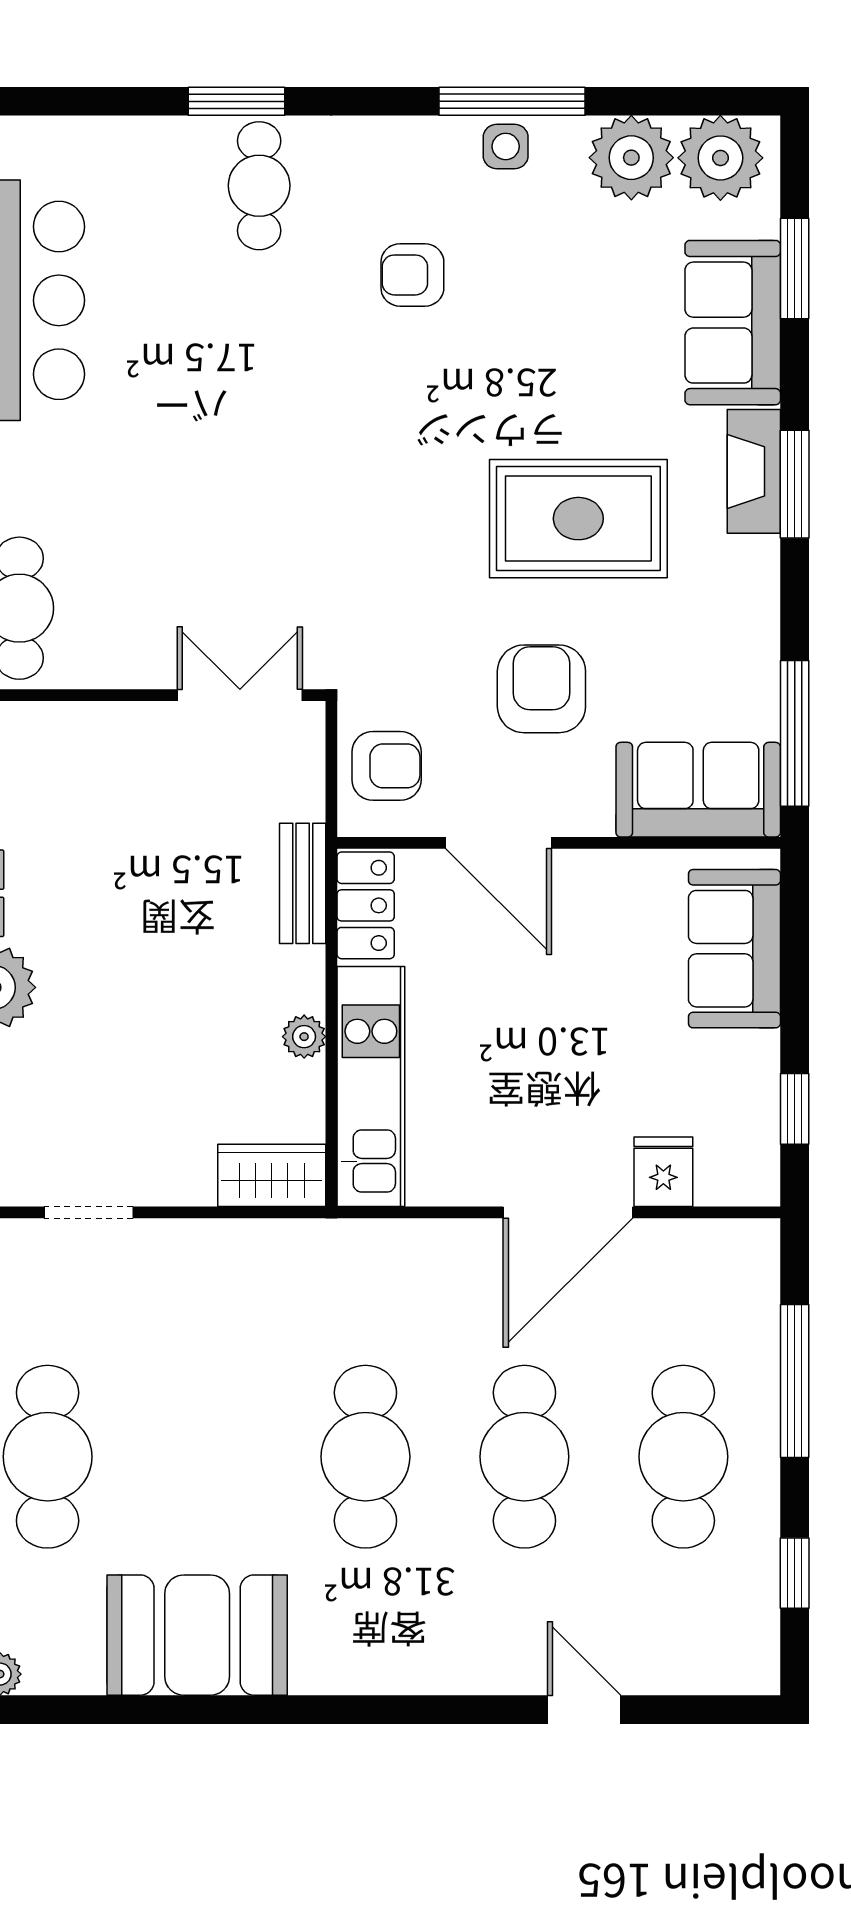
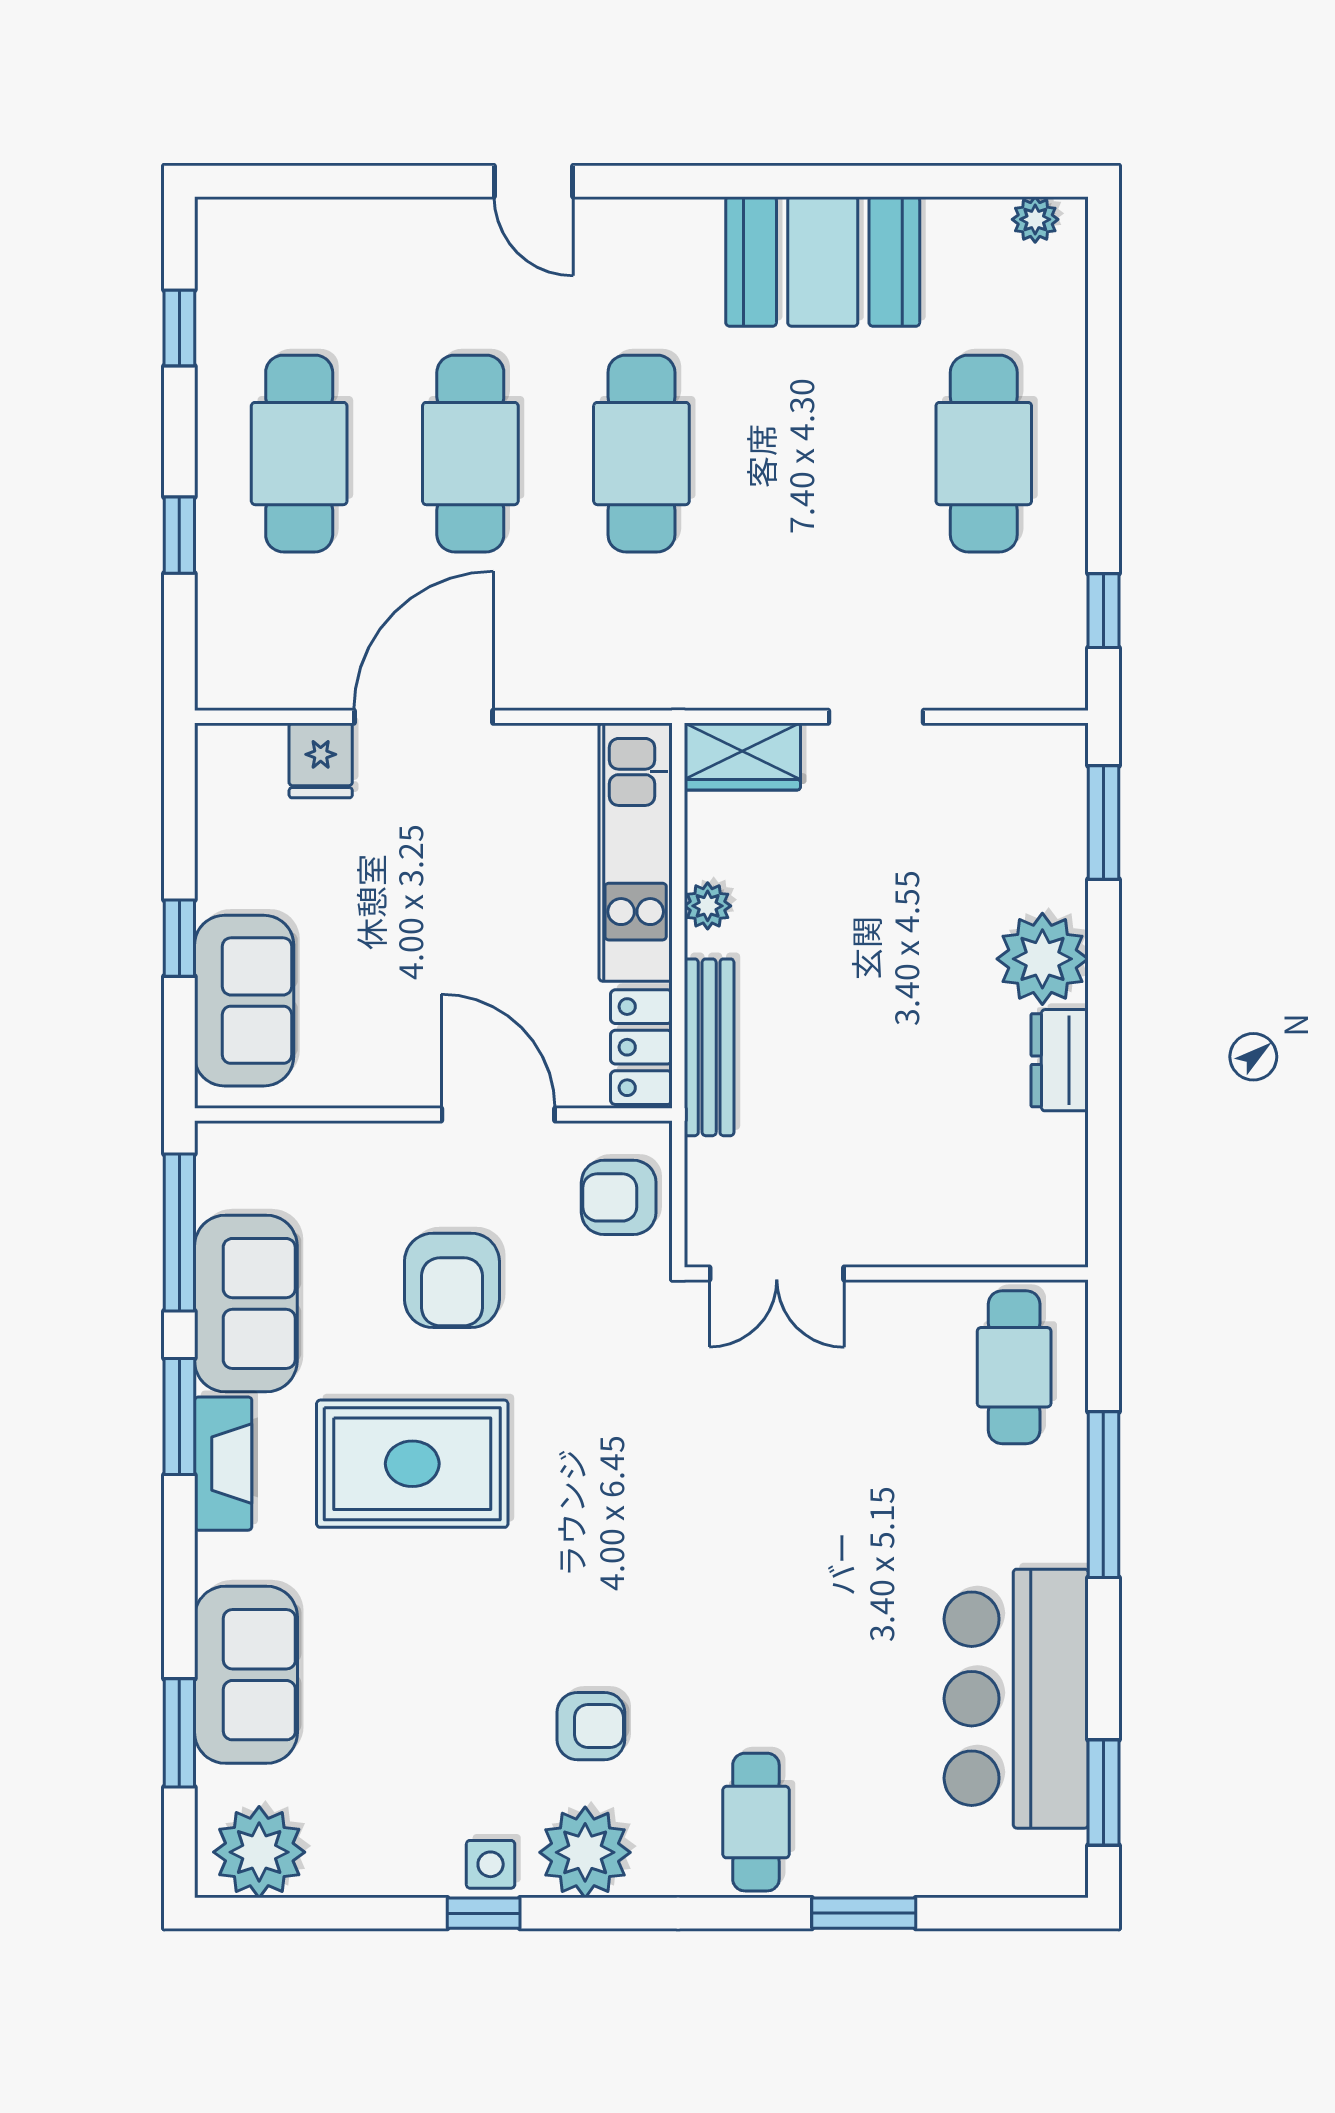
window: (236, 101) -> (864, 1913), moved
window: (512, 101) -> (484, 1913), width x0.46
plant: (631, 158) -> (585, 1852), moved
fireplace: (754, 471) -> (223, 1464), moved
window: (795, 484) -> (179, 1416), moved
sofa: (698, 790) -> (246, 1303), moved, turned -90
bench: (303, 883) -> (709, 1047), width x1.36
window: (795, 1109) -> (179, 938), moved
doorway: (89, 1212) -> (876, 717), moved
window: (795, 1381) -> (179, 535), width x0.46
door: (584, 1710) -> (534, 181), moved

